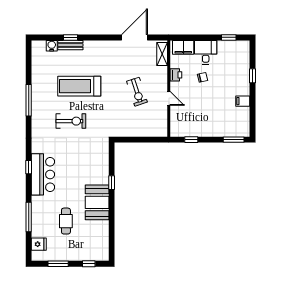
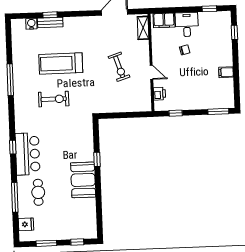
printer: (176, 75) -> (159, 94), moved
window: (253, 76) -> (234, 32), moved
cafe table: (66, 221) -> (38, 192), moved

